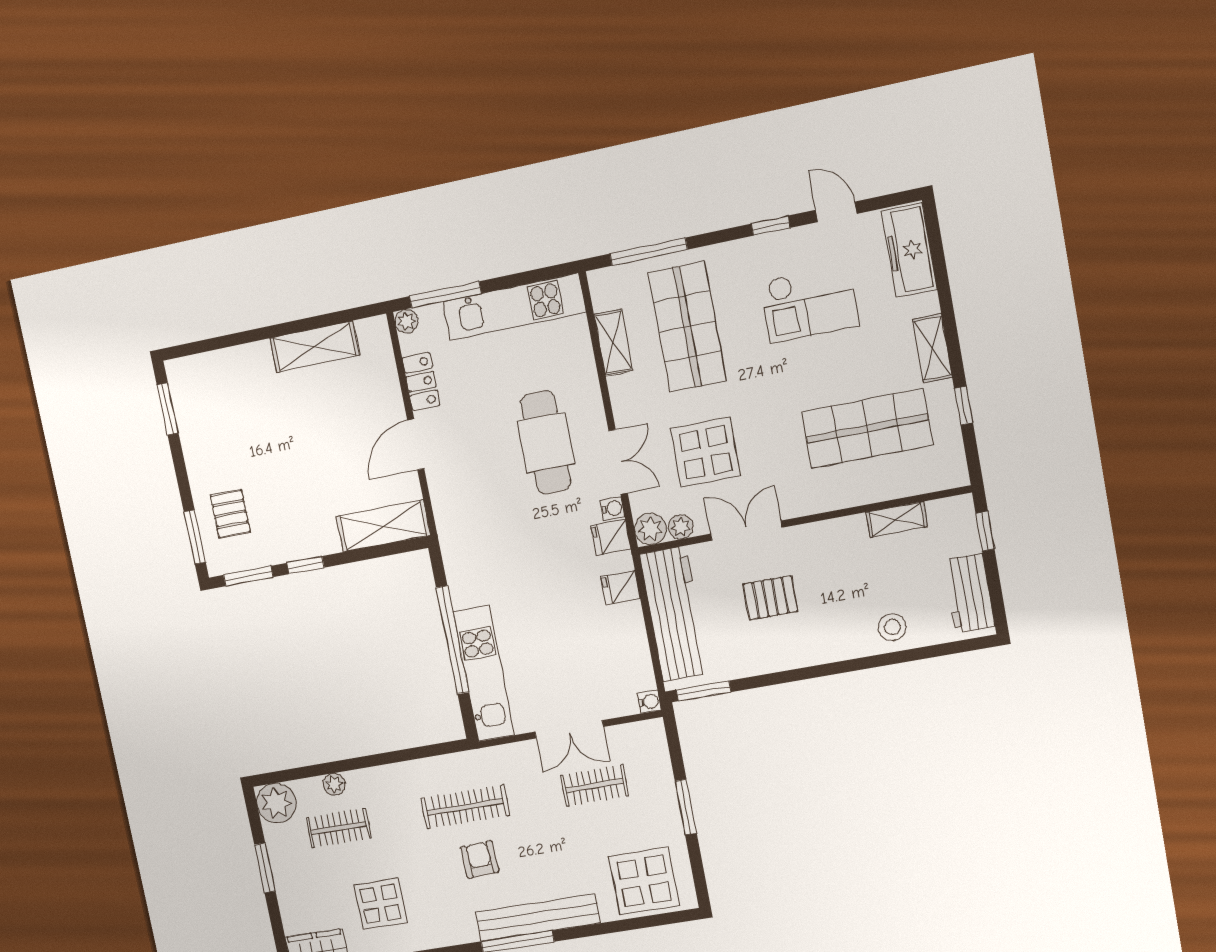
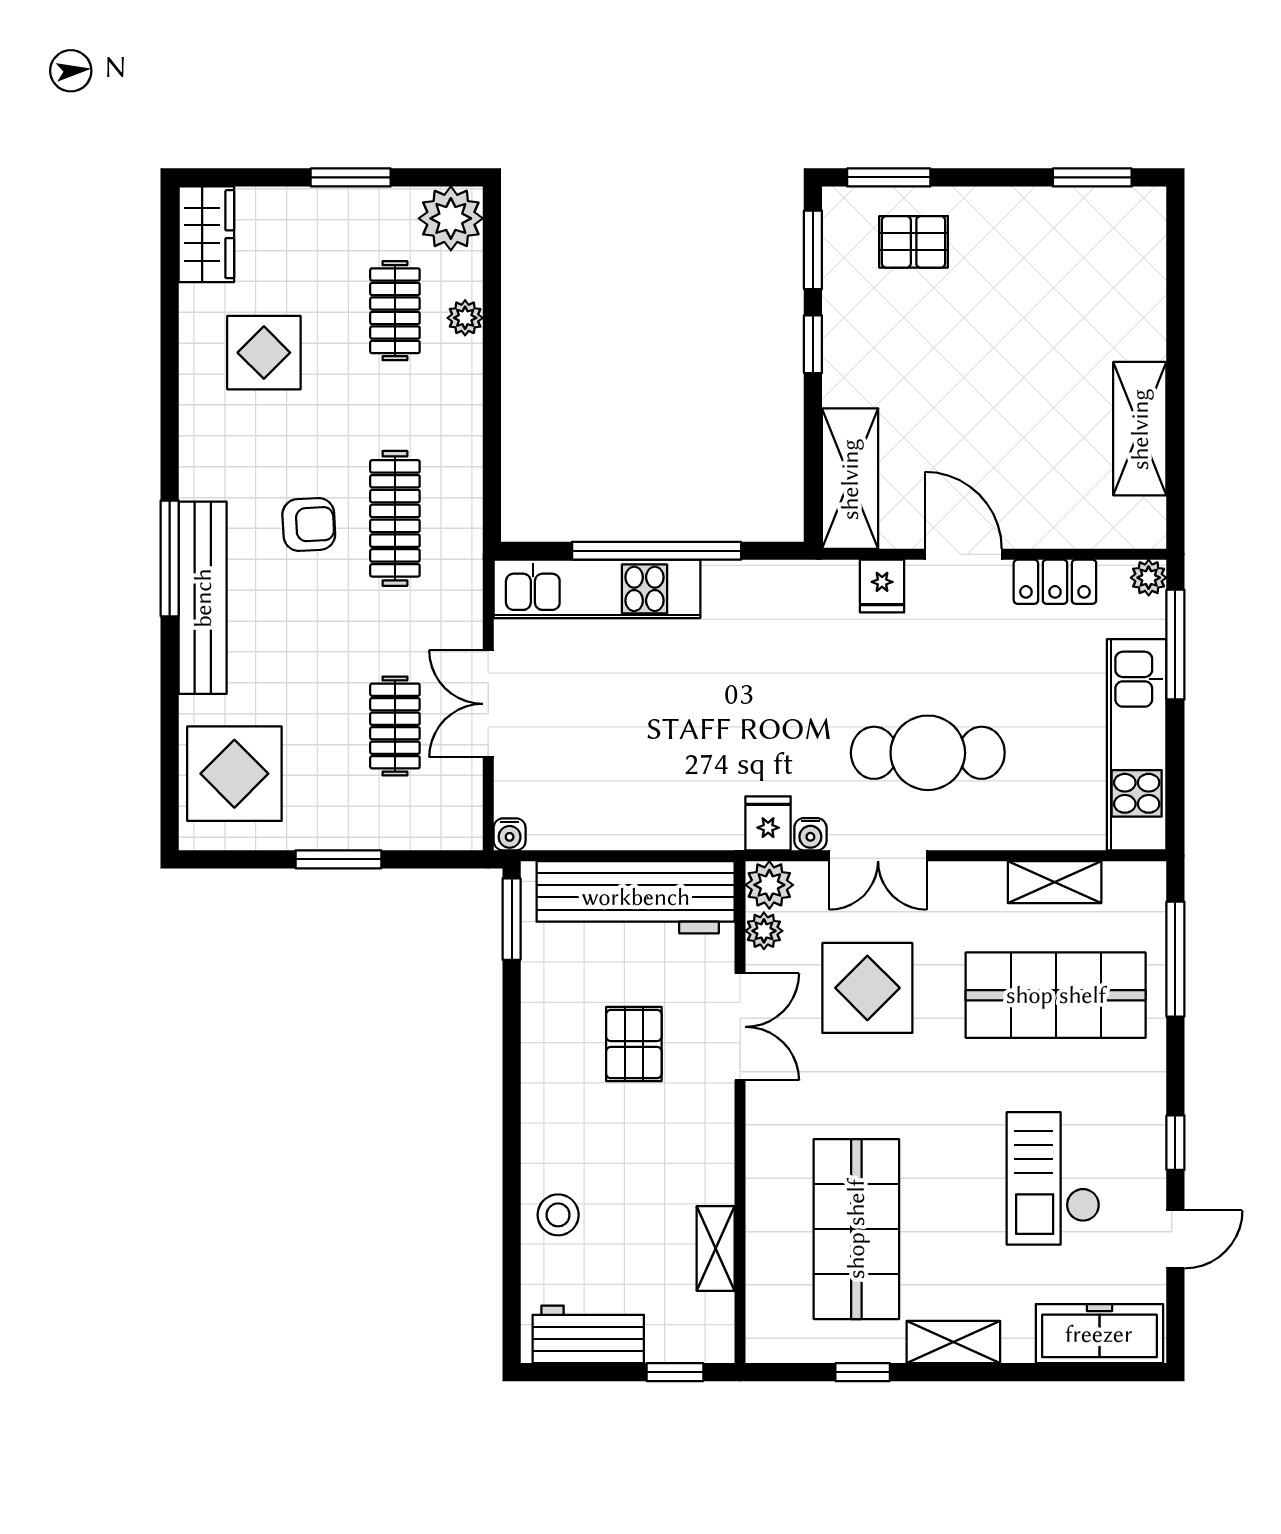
fridge: (621, 587) -> (882, 586), moved, turned 180

